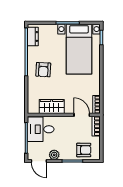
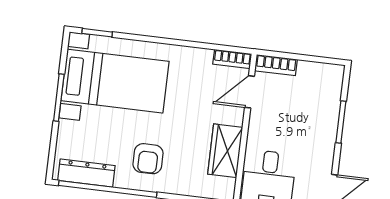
dresser: (33, 36) -> (86, 173), width x1.44
armchair: (43, 70) -> (148, 159), turned 87
armchair: (84, 150) -> (321, 96), removed
plant: (54, 155) -> (324, 157), removed

